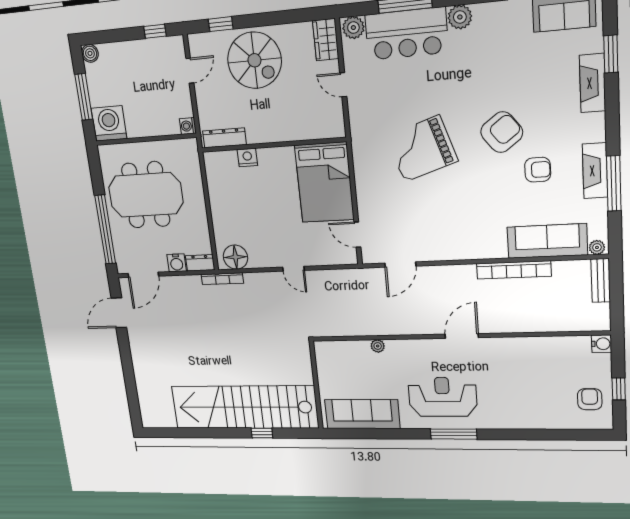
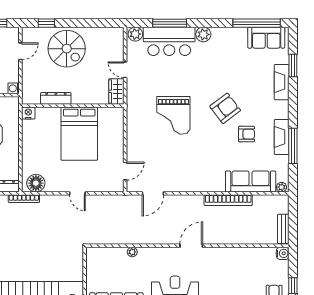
wardrobe: (326, 40) -> (116, 91), moved
dresser: (224, 138) -> (56, 98), moved
grand piano: (422, 149) -> (173, 115), turned -72
nightstand: (247, 157) -> (28, 113), moved
bed: (324, 182) -> (79, 134), moved
door: (357, 235) -> (125, 171), swing flipped
bench: (601, 280) -> (283, 229), moved

